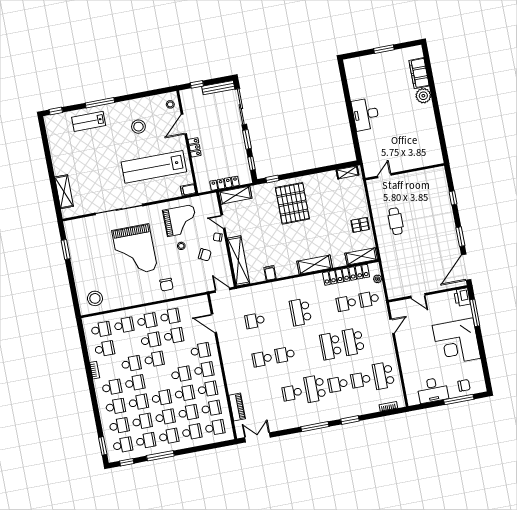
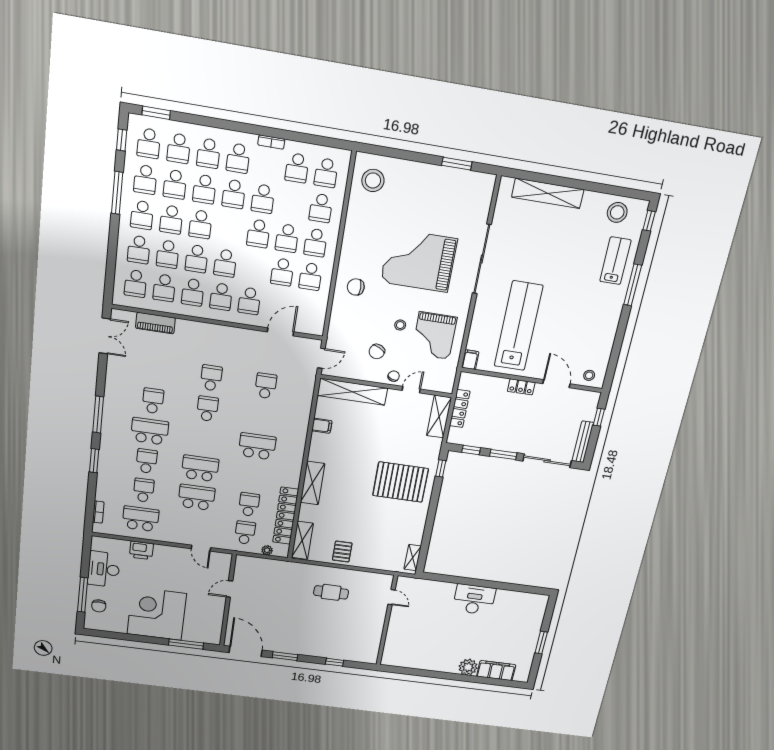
stool: (138, 127) -> (617, 212), moved
shelving: (64, 192) -> (548, 193), width x1.47
printer: (462, 297) -> (141, 550), moved, turned 180

